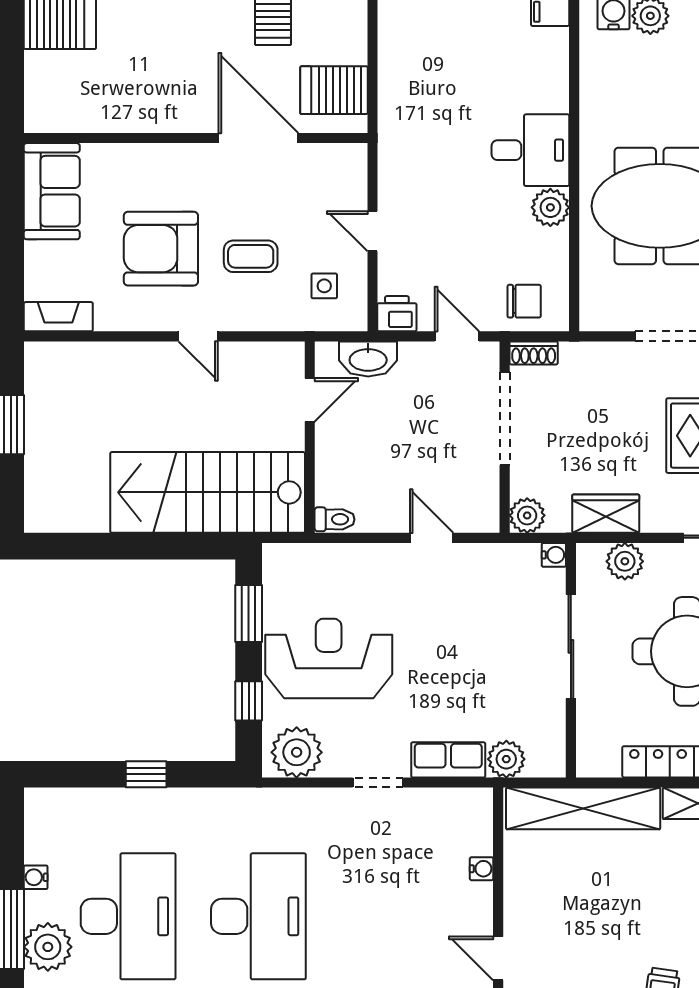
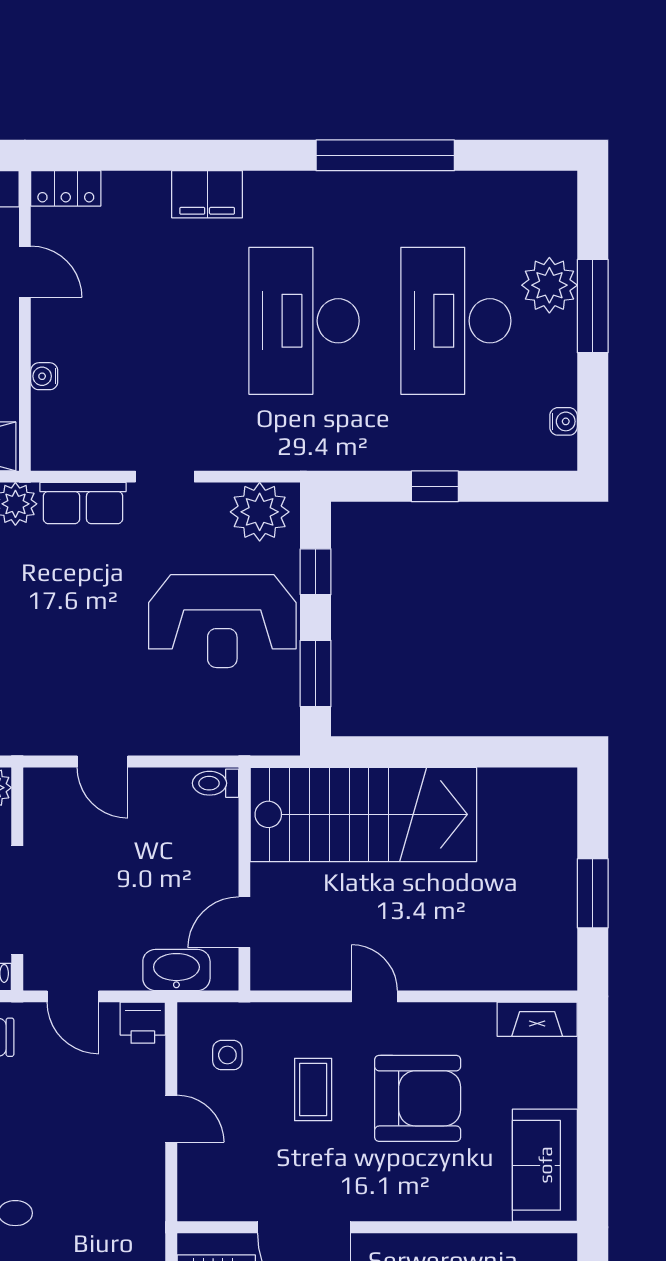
coffee table: (251, 256) -> (313, 1090), turned 90
water cooler: (36, 877) -> (564, 421), moved

